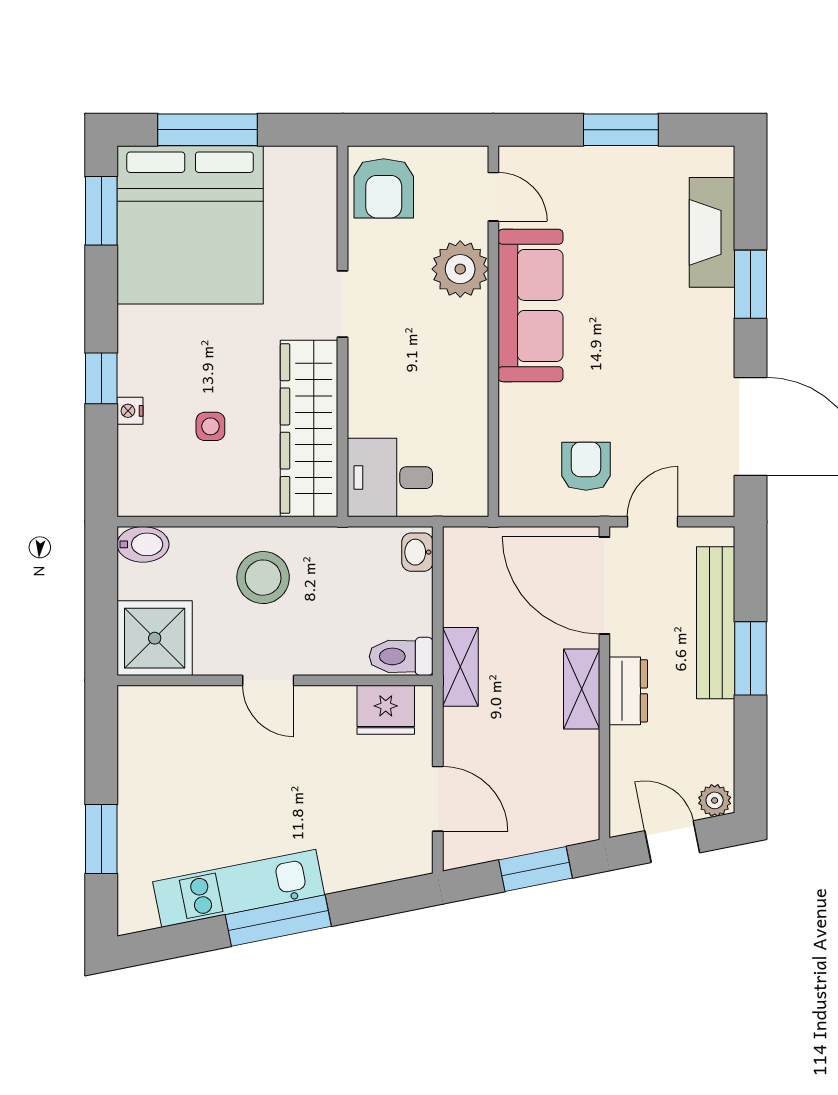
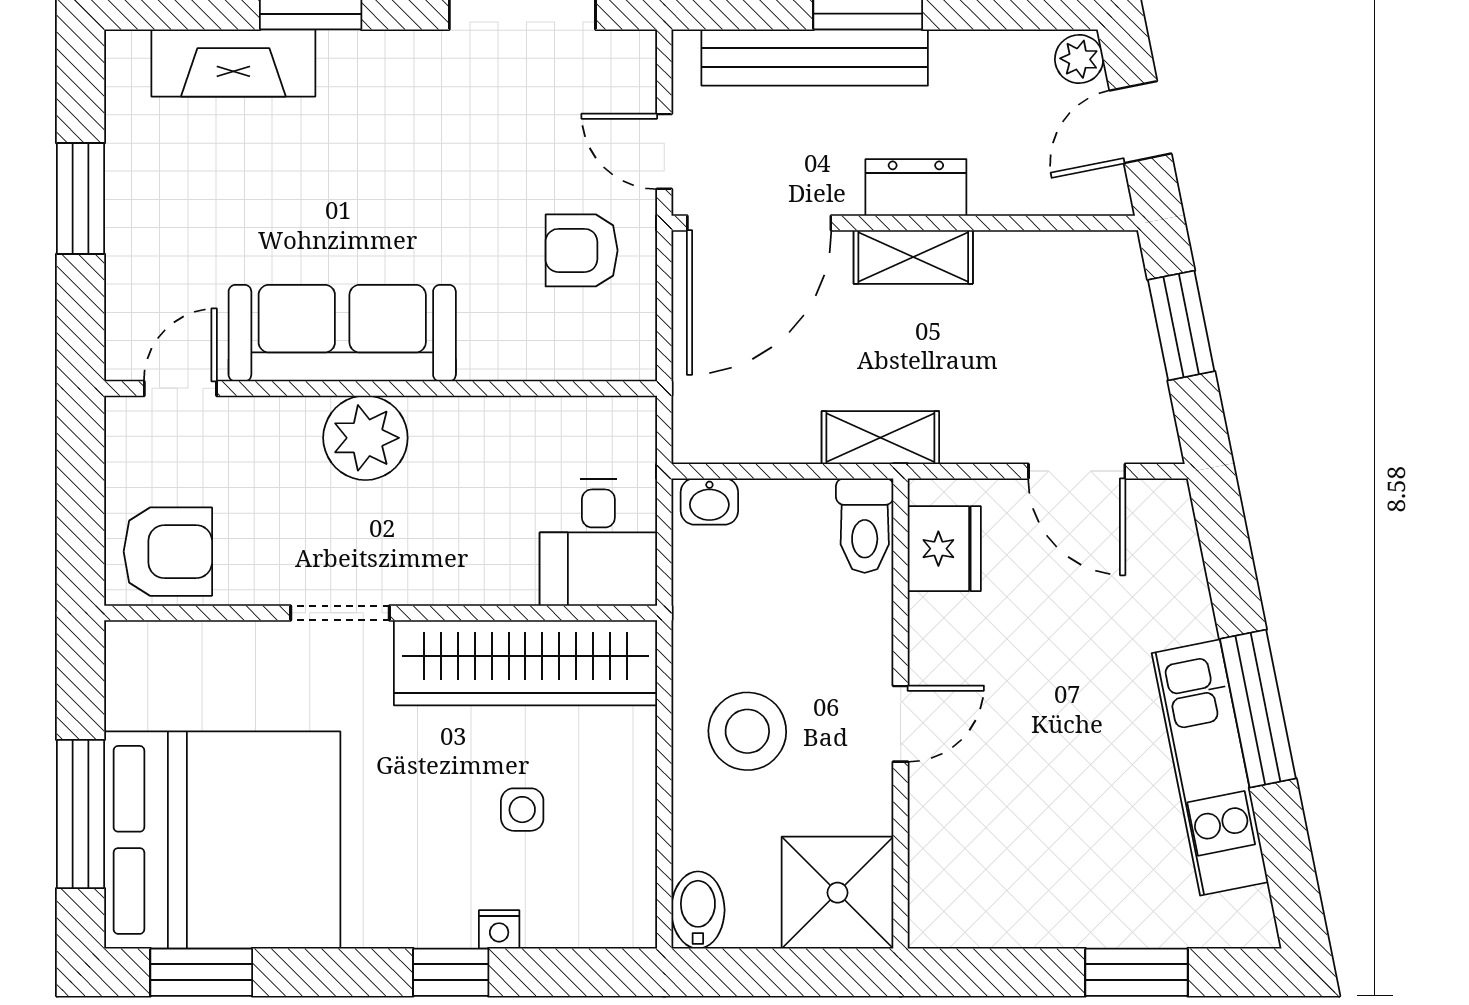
plant: (460, 269) -> (365, 438), moved
door: (438, 799) -> (1077, 471), swing flipped

